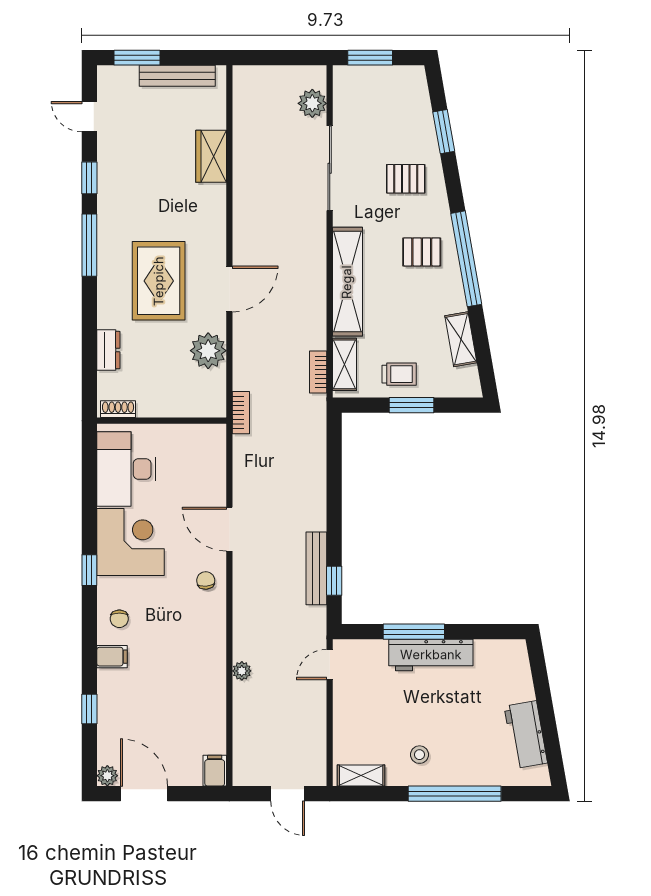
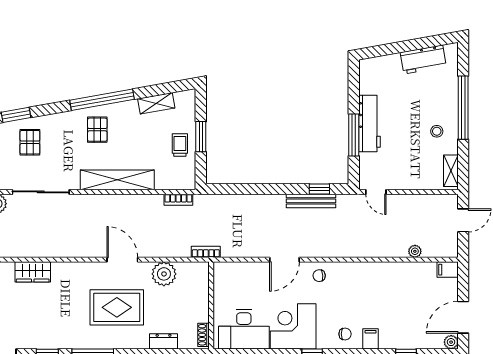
pallet: (406, 179) -> (30, 142), moved
shelving: (344, 364) -> (173, 182), removed
plant: (242, 671) -> (415, 251), moved

